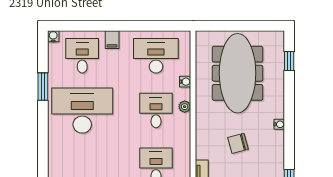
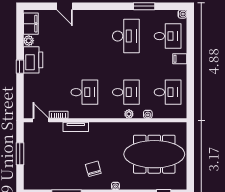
desk: (156, 56) -> (168, 92), width x0.73
desk: (82, 110) -> (126, 36), width x0.73, depth x0.77
chair: (238, 143) -> (93, 169), moved

